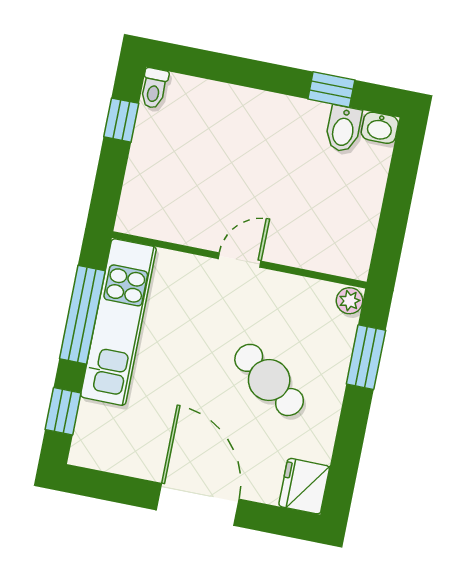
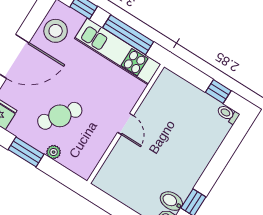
plant: (350, 301) -> (54, 152), moved
window: (366, 357) -> (26, 152), moved
stool: (124, 444) -> (56, 31), added

